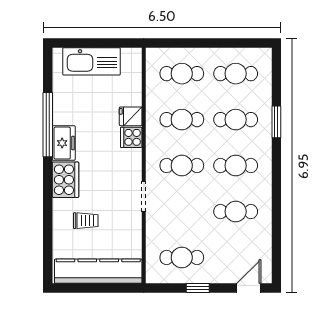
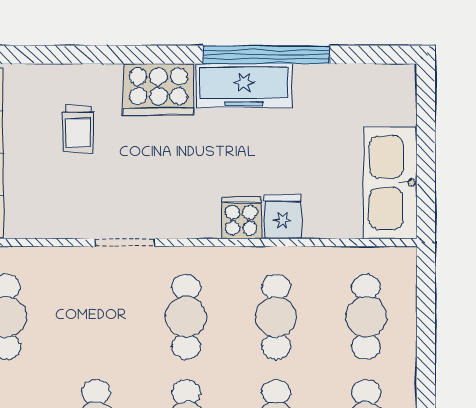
kitchen sink: (91, 61) -> (390, 183), moved
freezer: (64, 143) -> (244, 86), width x1.40

